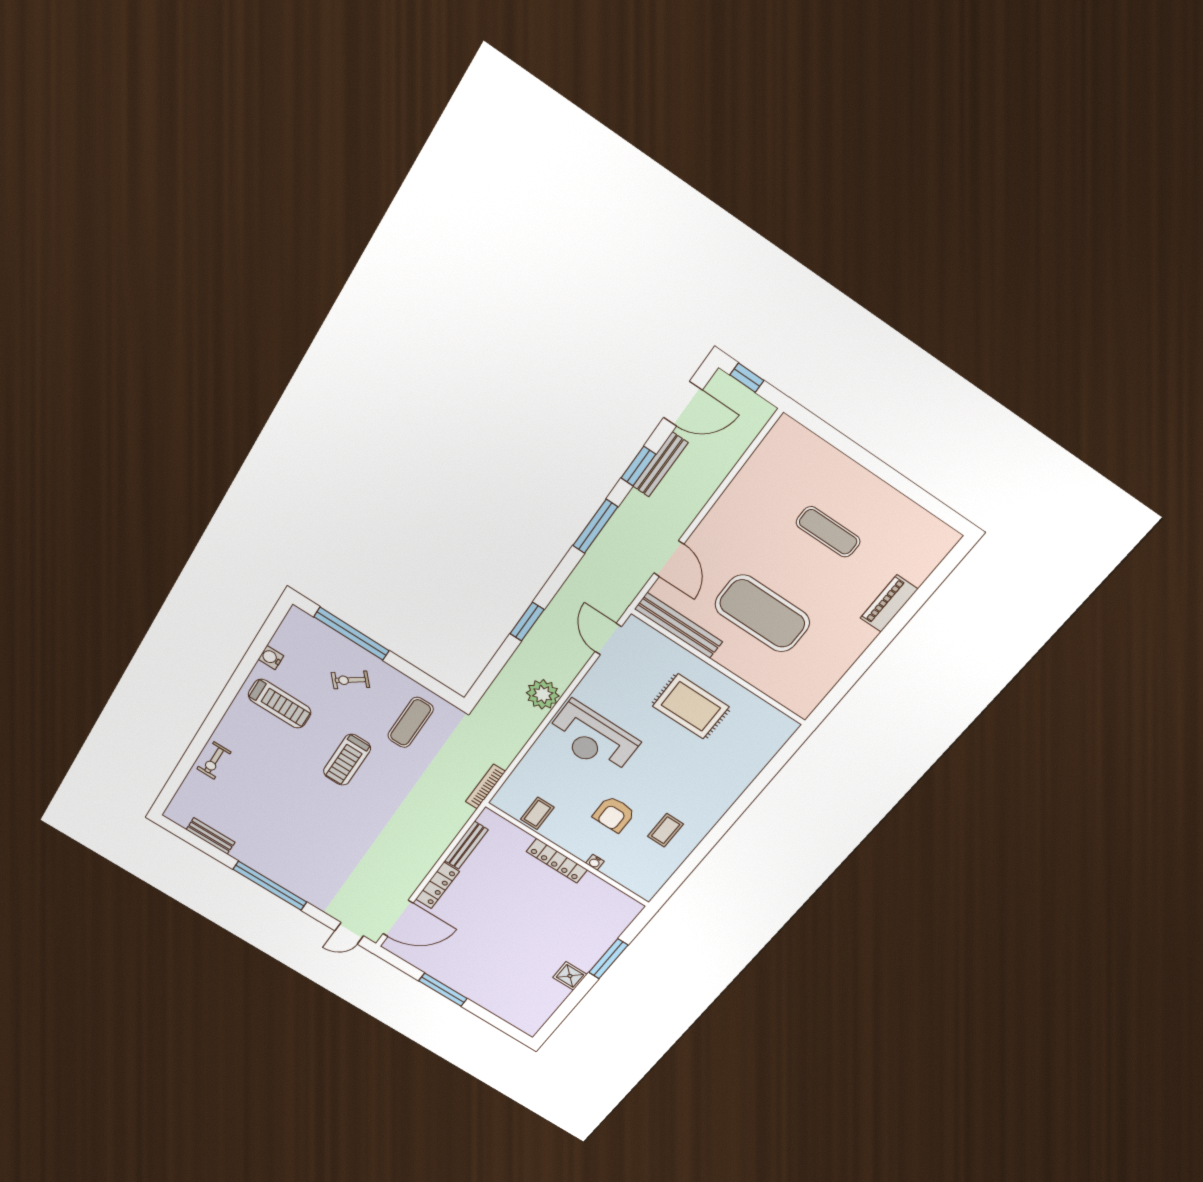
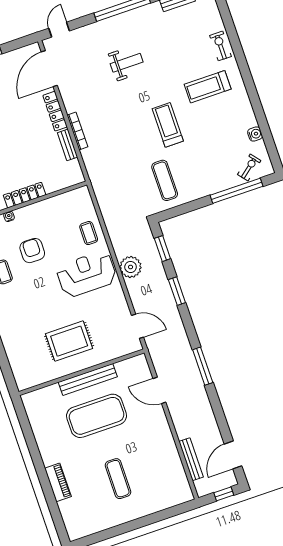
bench: (660, 464) -> (191, 459), moved
window: (638, 466) -> (162, 249), moved
exercise mat: (828, 532) -> (118, 479), turned 90
bench: (679, 625) -> (88, 379), moved
exercise bike: (350, 680) -> (249, 167), moved
treadmill: (280, 704) -> (208, 87), moved
bookcase: (485, 787) -> (77, 131), moved
coffee table: (537, 813) -> (89, 233), moved
weight bench: (321, 845) -> (127, 63), added
bench: (466, 845) -> (68, 145), width x0.73

